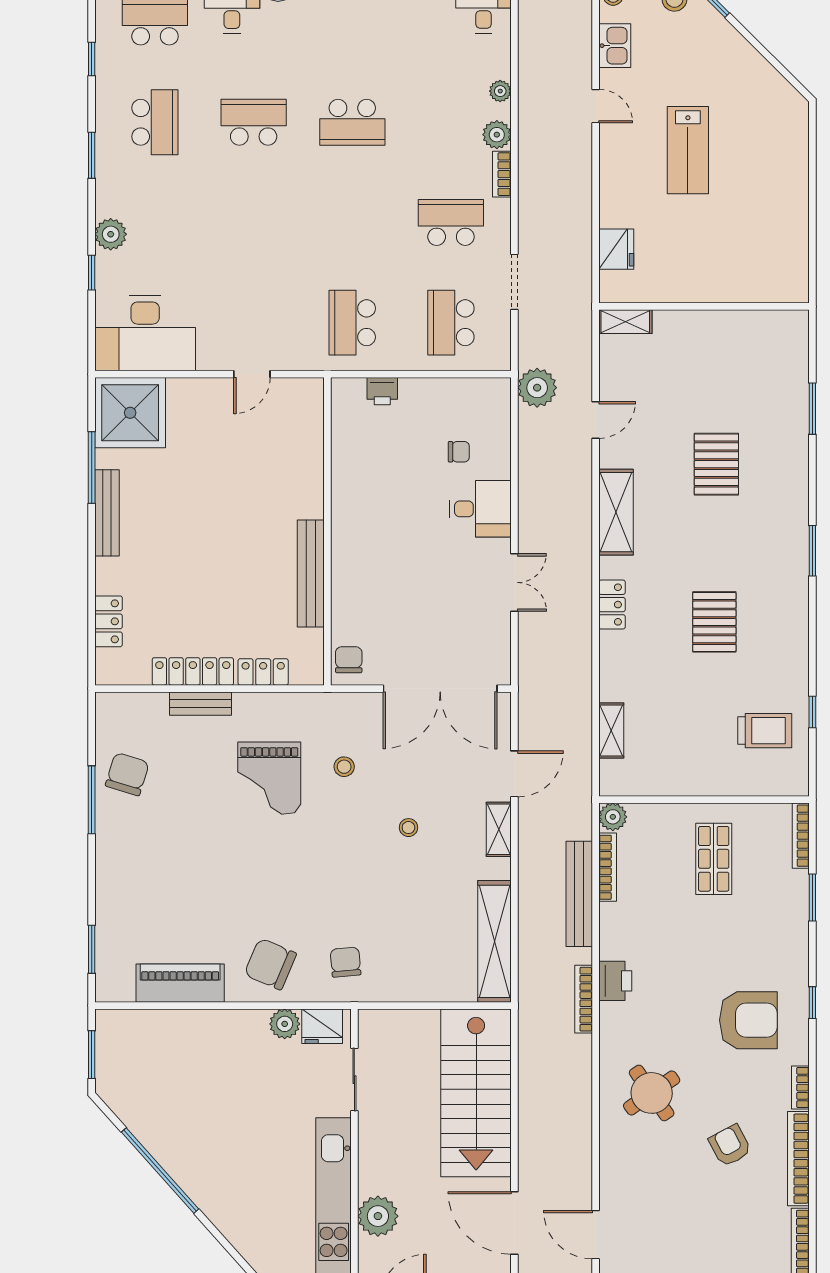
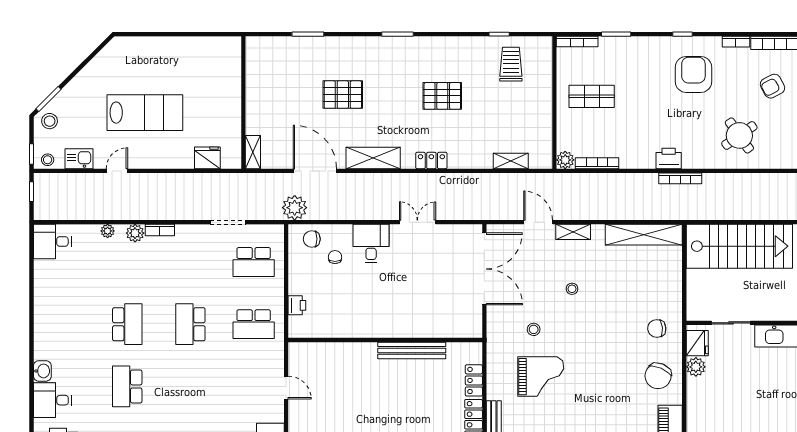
lab bench: (688, 150) -> (145, 113), width x1.36, depth x1.39
school desk: (451, 222) -> (190, 324), moved
door: (596, 420) -> (315, 171), width x1.87
chair: (349, 660) -> (312, 239), moved
bench: (579, 894) -> (614, 181), removed

